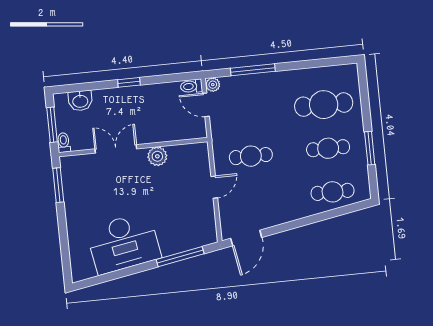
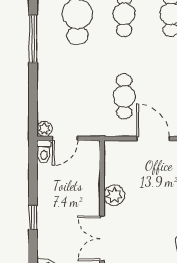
window: (253, 70) -> (33, 39), moved
door: (214, 187) -> (153, 138), width x1.38

